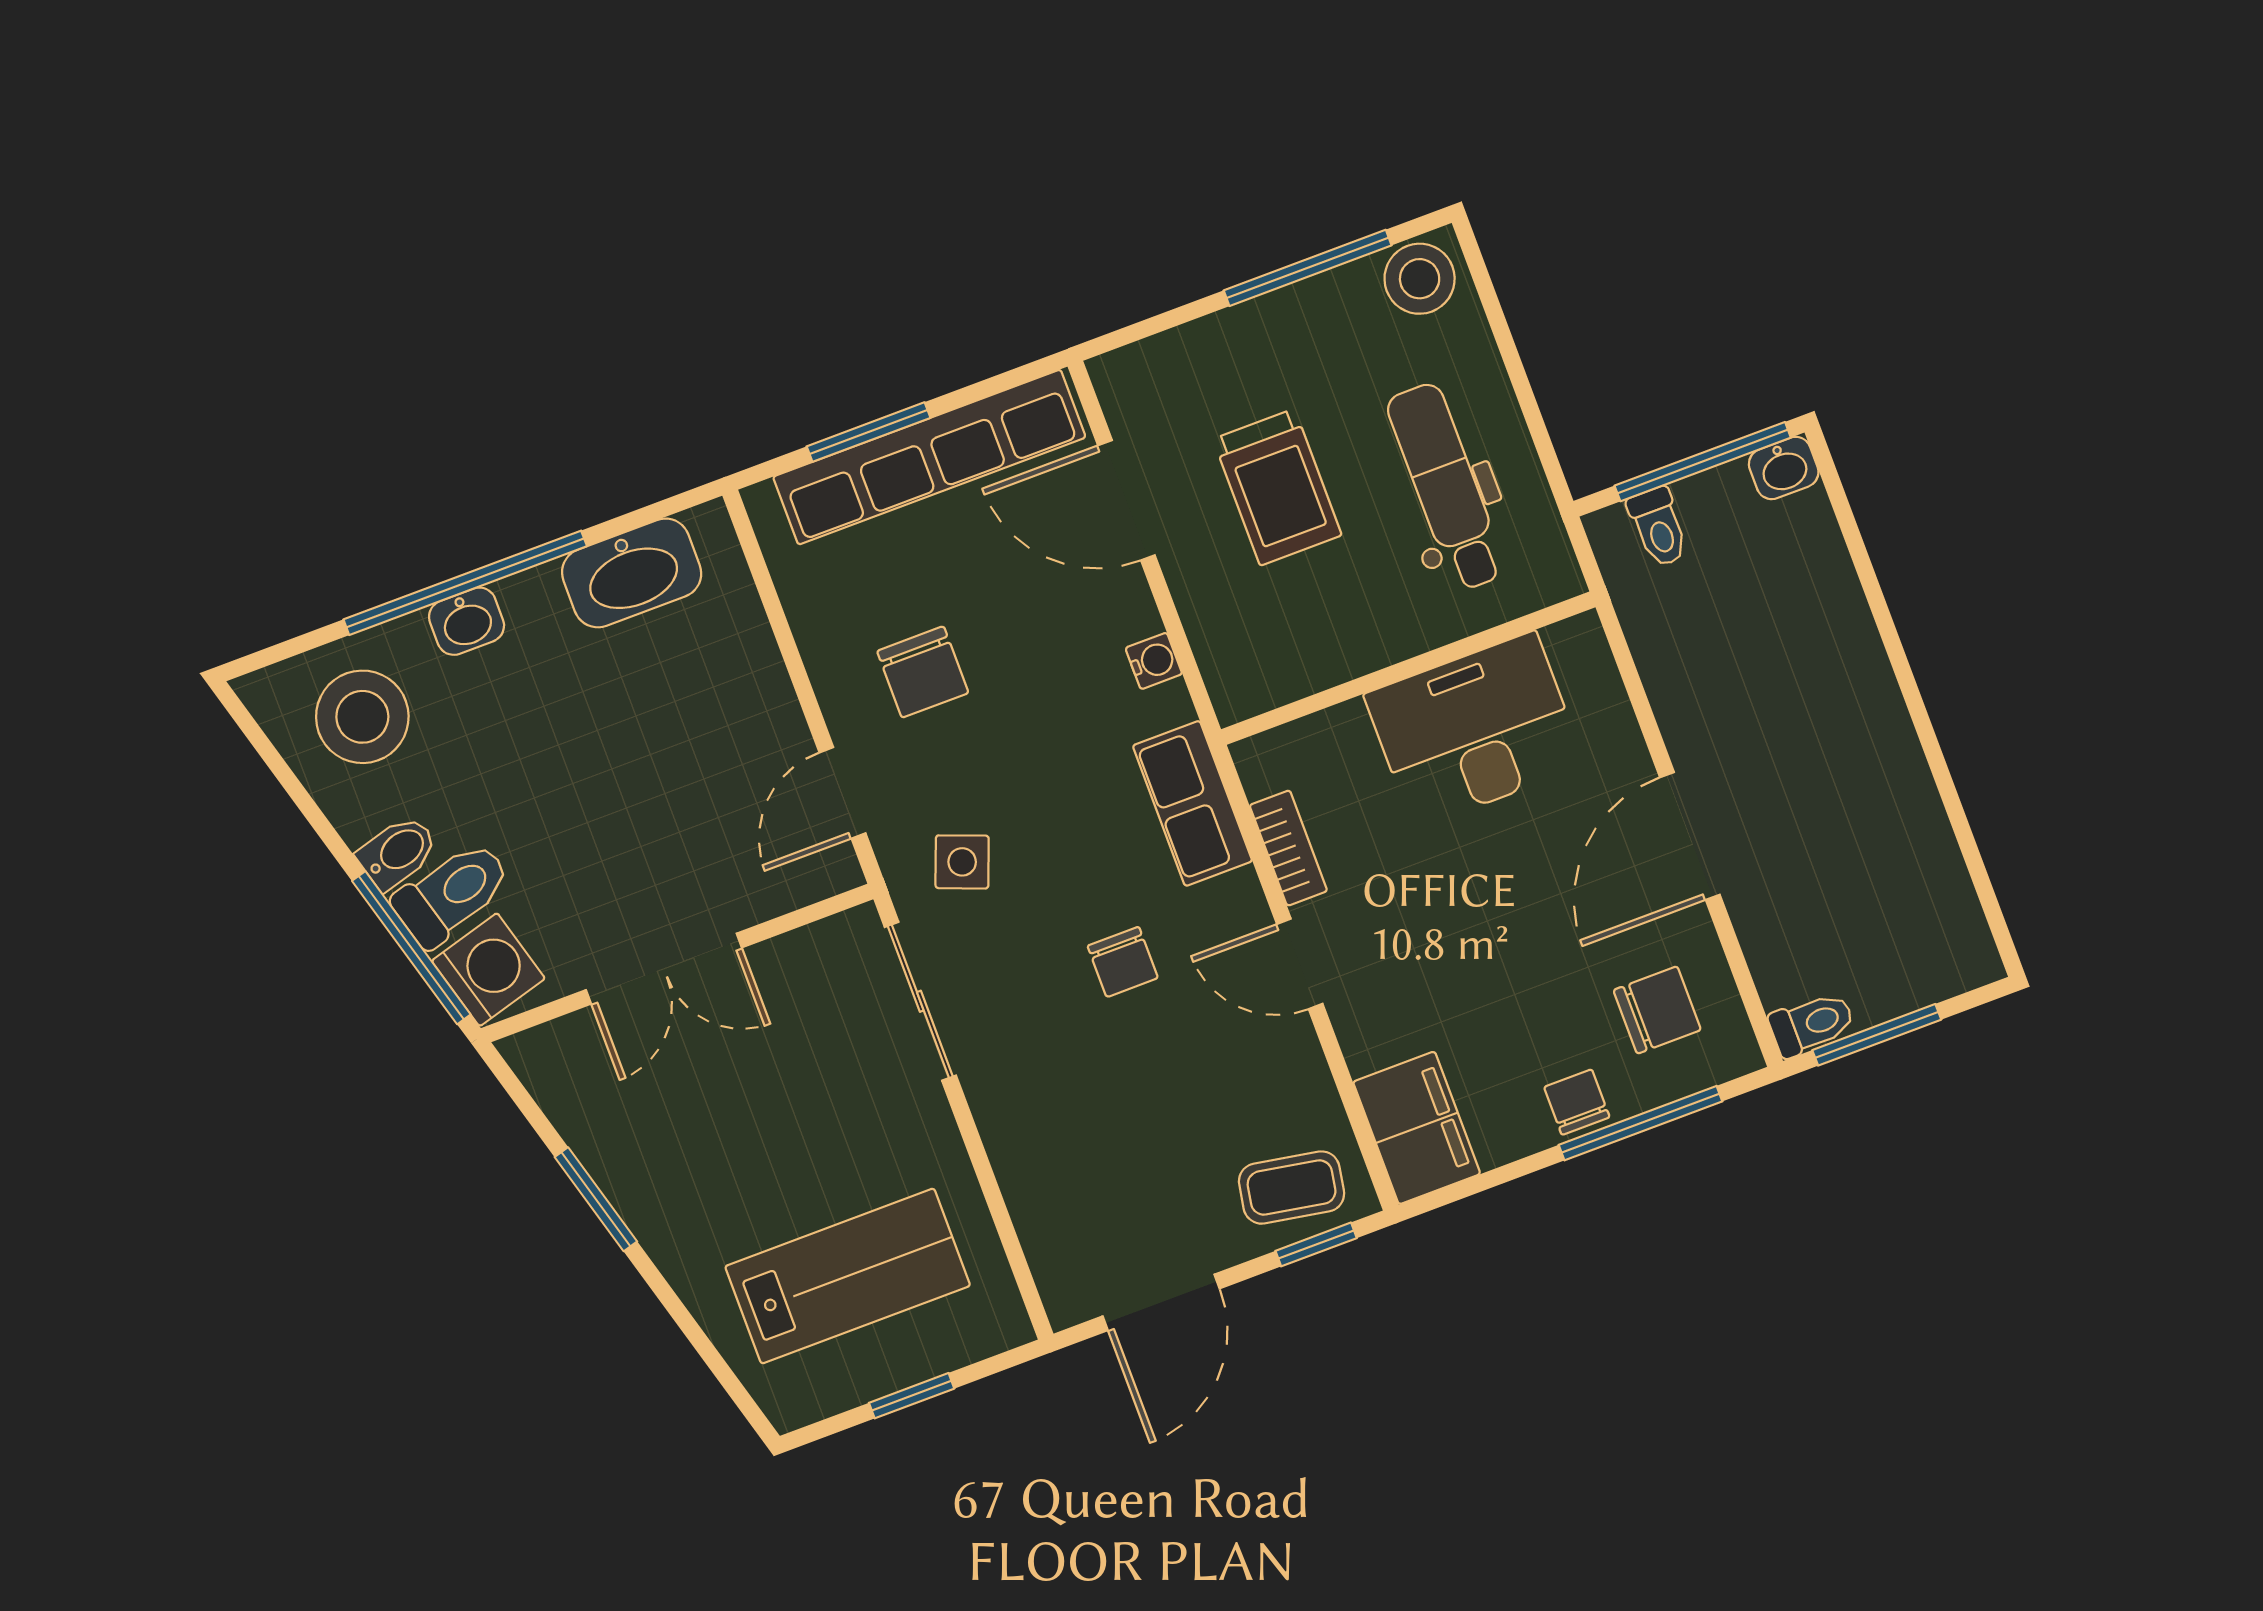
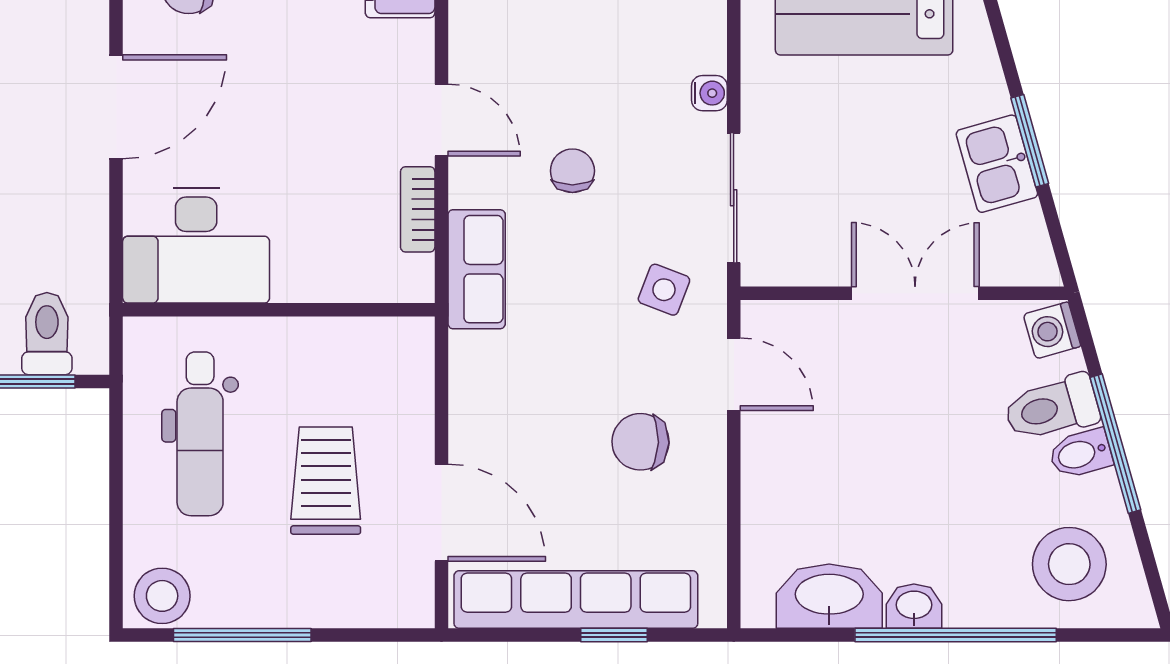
window: (869, 432) -> (614, 635), width x0.67
toilet: (1658, 527) -> (47, 334), width x1.37, depth x1.39
washbasin: (467, 621) -> (914, 606), moved
water cooler: (1154, 661) -> (709, 93), moved, turned 180
chair: (923, 672) -> (640, 442), turned -88
desk: (1475, 730) -> (196, 245), moved
door: (842, 793) -> (734, 374), hinge flipped
window: (411, 948) -> (1115, 444), moved
washing machine: (488, 970) -> (1052, 330), width x0.73, depth x0.73
kitchen sink: (625, 1158) -> (997, 164), added

